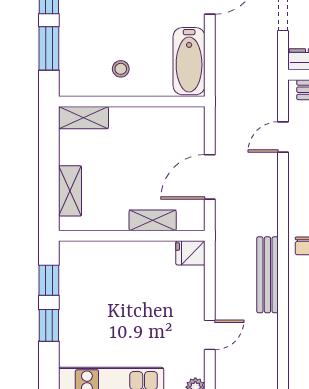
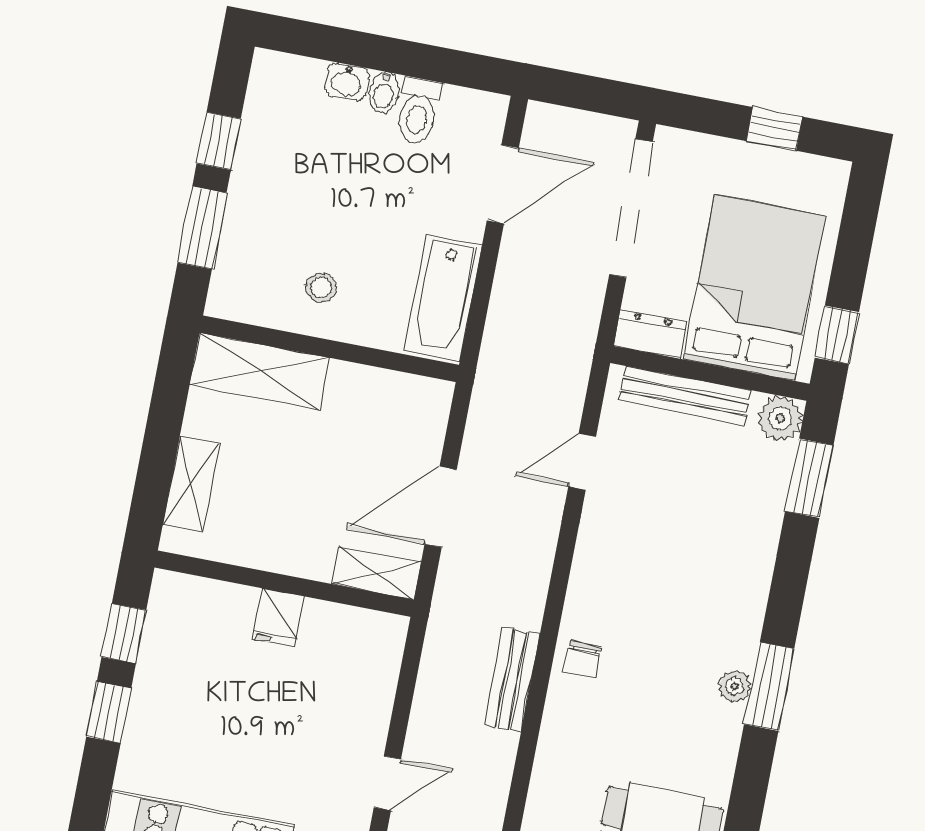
shelving: (83, 118) -> (260, 371), width x1.50, depth x1.33
shelving: (153, 220) -> (376, 573), moved
fridge: (190, 253) -> (278, 618), moved, turned -90
bench: (267, 275) -> (512, 680), width x0.73

